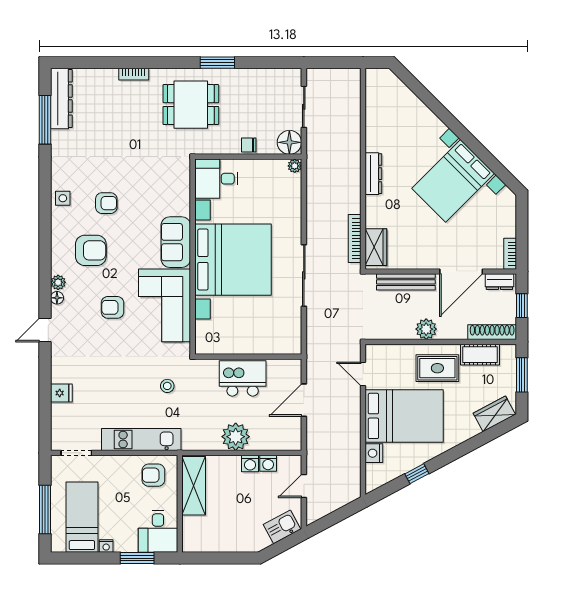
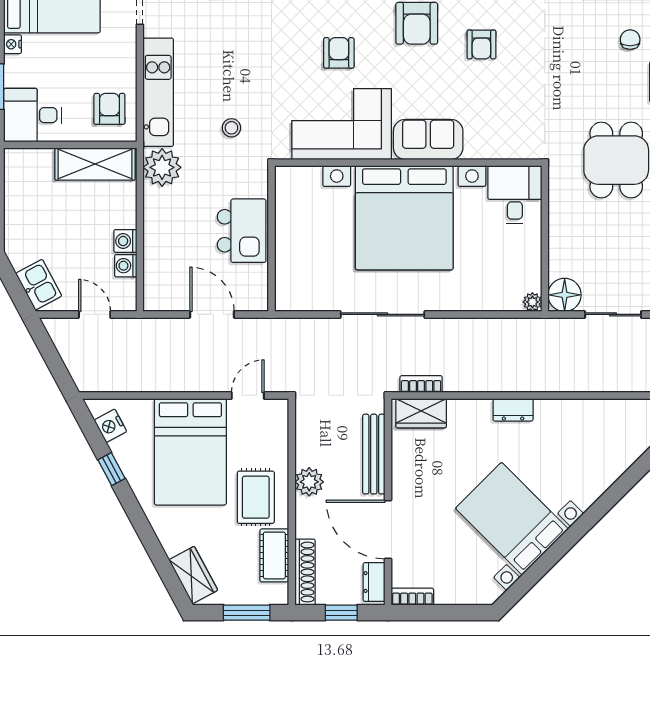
chair: (249, 145) -> (630, 40), moved
dresser: (373, 174) -> (513, 410), width x0.70
bookcase: (355, 239) -> (421, 384), width x0.64
plant: (236, 437) -> (162, 167), moved
nightstand: (374, 453) -> (110, 426), moved, turned -118

